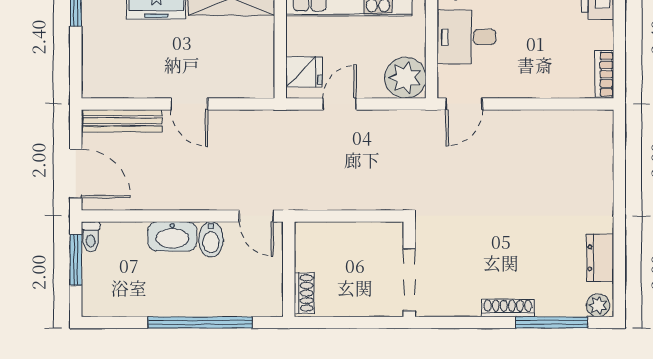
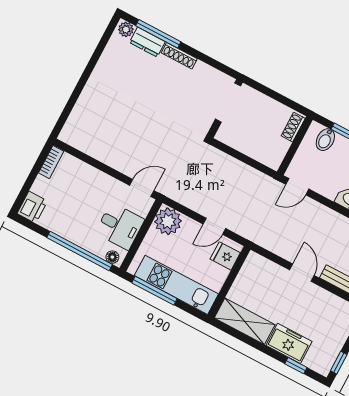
door: (256, 216) -> (297, 187), swing flipped
bidet: (211, 239) -> (325, 140), moved, turned 180
dresser: (600, 258) -> (147, 42), moved, turned 90

